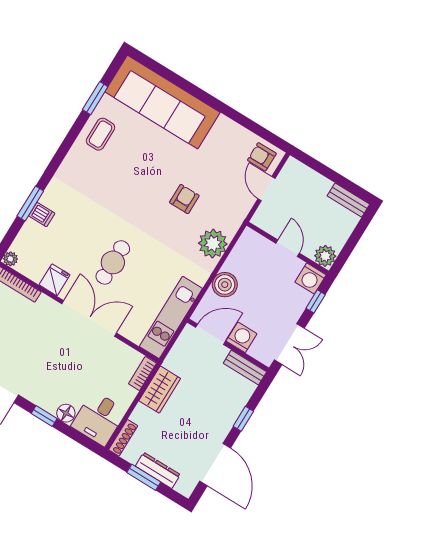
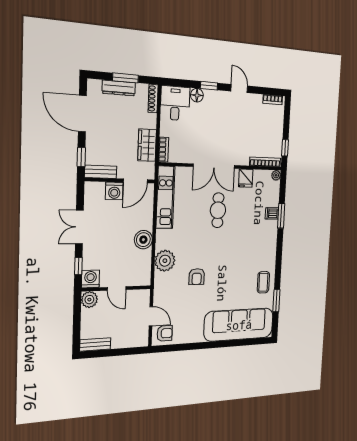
door: (211, 334) -> (135, 181), moved
washing machine: (241, 337) -> (114, 191), moved
wall: (228, 345) -> (120, 180), moved
bench: (245, 367) -> (101, 172), moved

